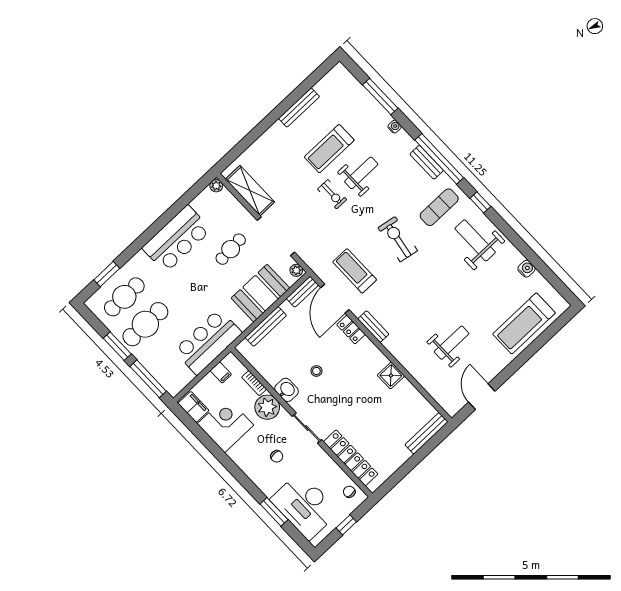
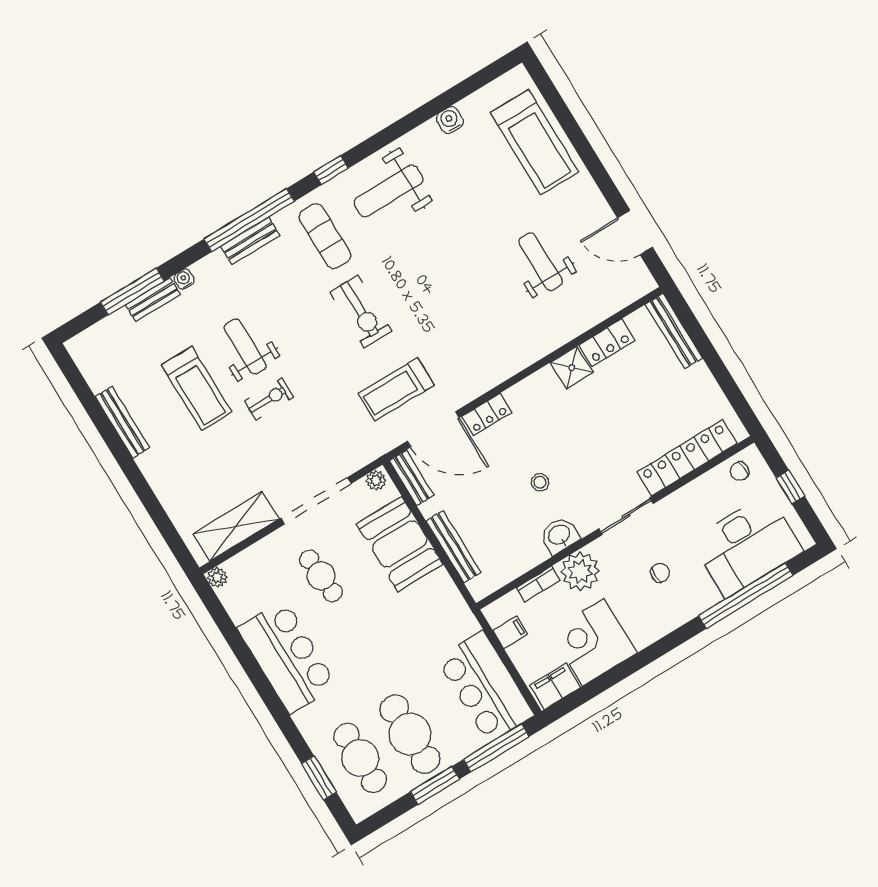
exercise bike: (398, 239) -> (361, 312), turned -100
bench: (373, 327) -> (153, 299), moved
bar counter: (208, 342) -> (486, 687), moved
locker: (411, 394) -> (607, 343), added
window: (274, 512) -> (746, 596), width x2.11

